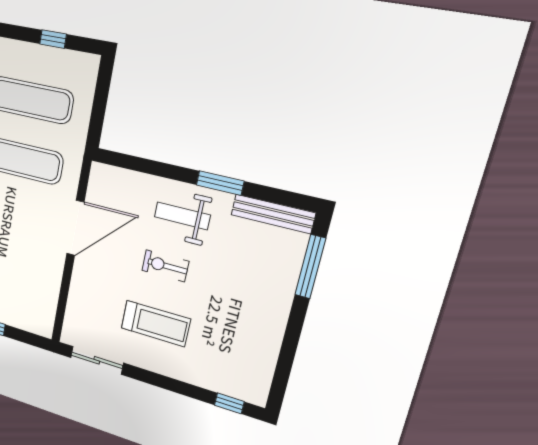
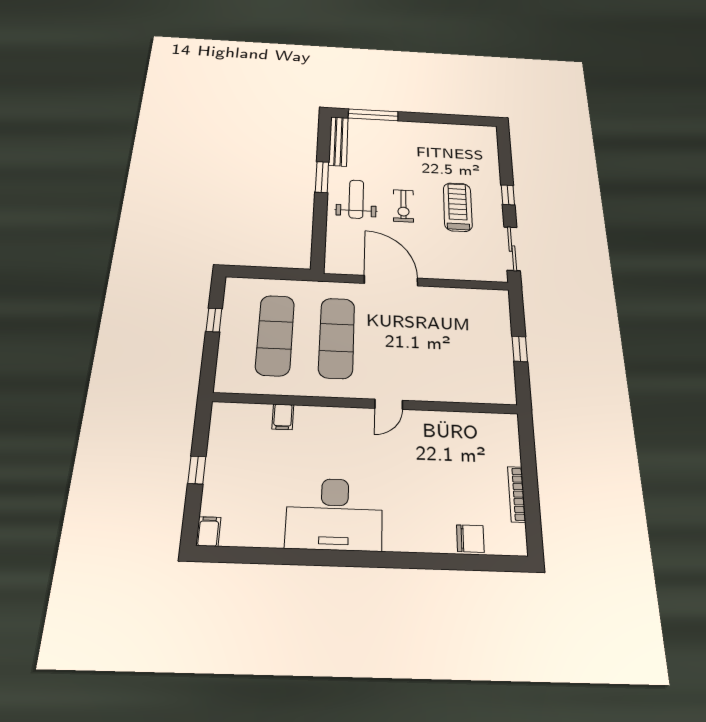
weight bench: (182, 216) -> (356, 199), turned 180
window: (229, 403) -> (508, 195), moved

